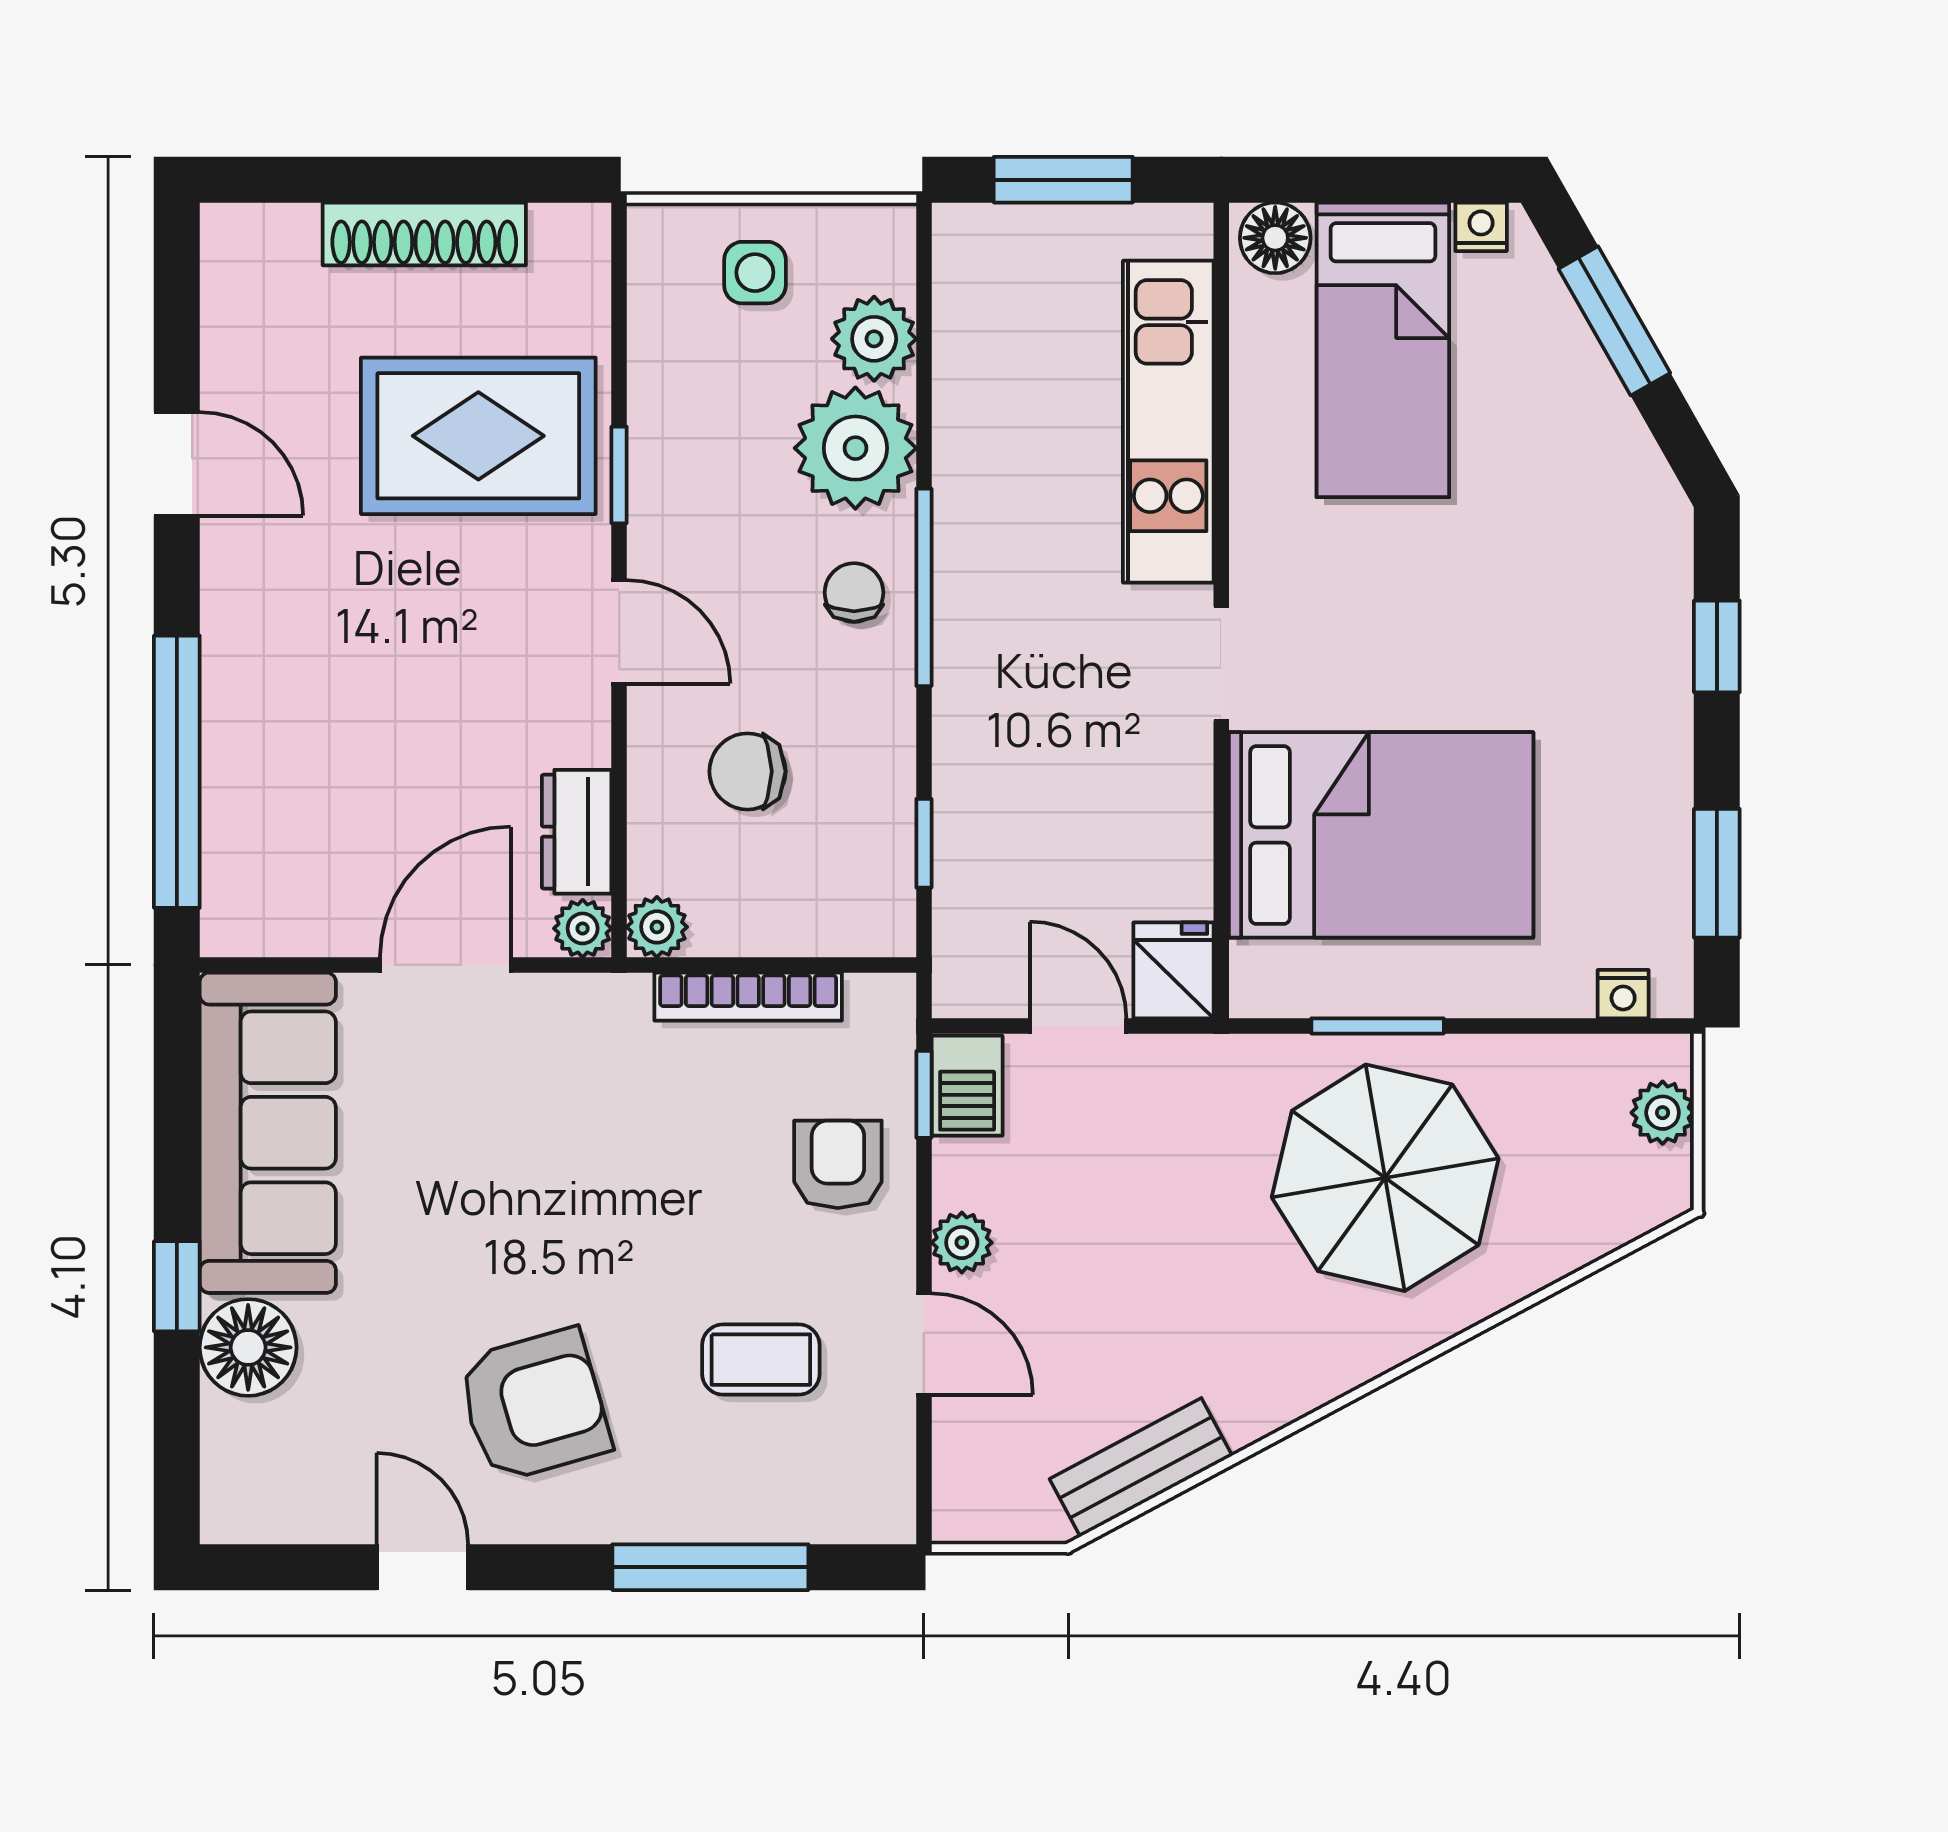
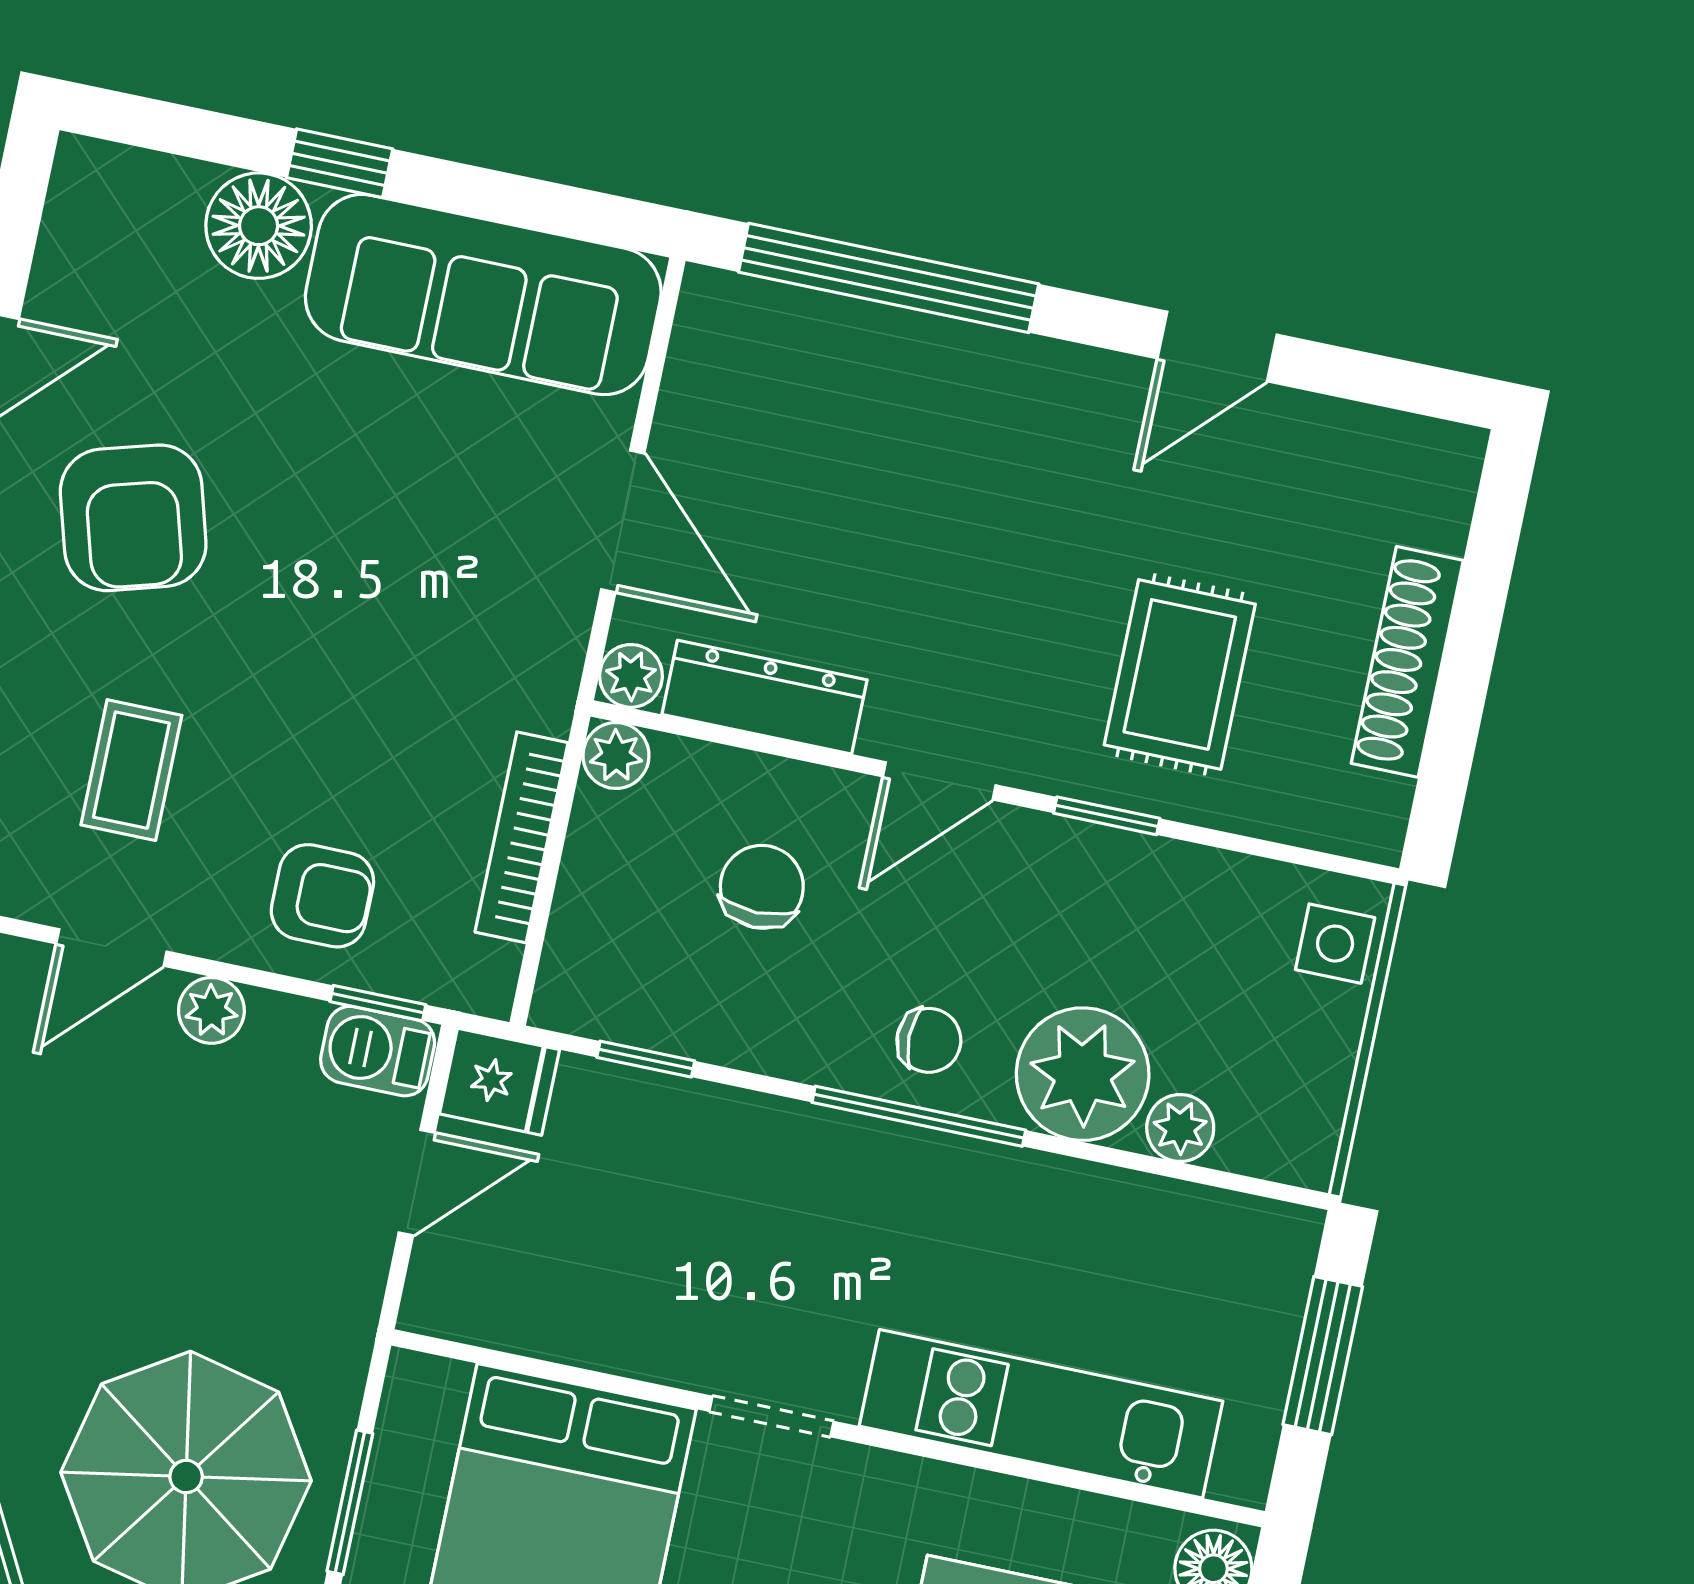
side table: (755, 273) -> (1335, 944), moved
plant: (874, 339) -> (1180, 1128), width x0.73, depth x0.73
rug: (478, 436) -> (1180, 674), width x0.73, depth x0.70
dresser: (577, 832) -> (765, 697), width x1.44
fridge: (1173, 970) -> (500, 1082), moved

